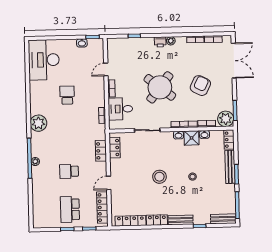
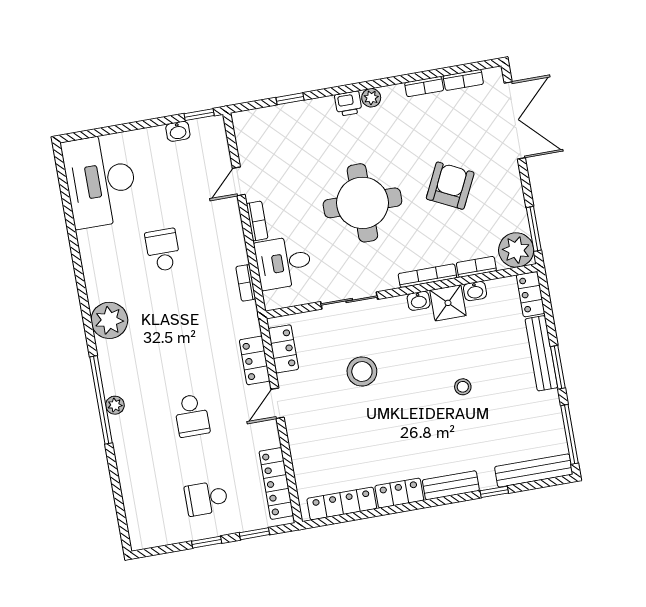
round table: (160, 87) -> (362, 203), turned -38
school desk: (69, 171) -> (192, 416), turned -90
stool: (159, 177) -> (362, 371), moved
door: (109, 183) -> (278, 403), moved
school desk: (70, 209) -> (206, 498), width x0.54
bench: (223, 219) -> (534, 471), width x1.36

